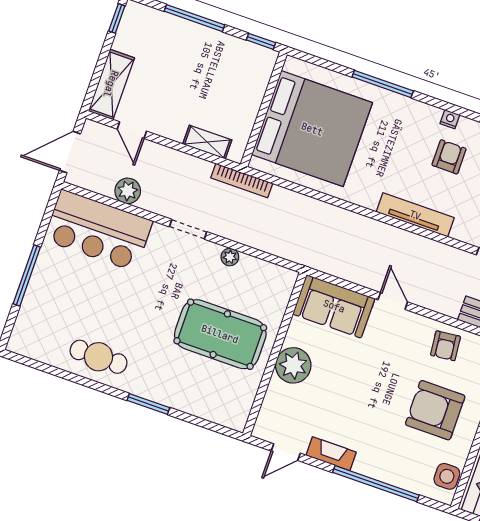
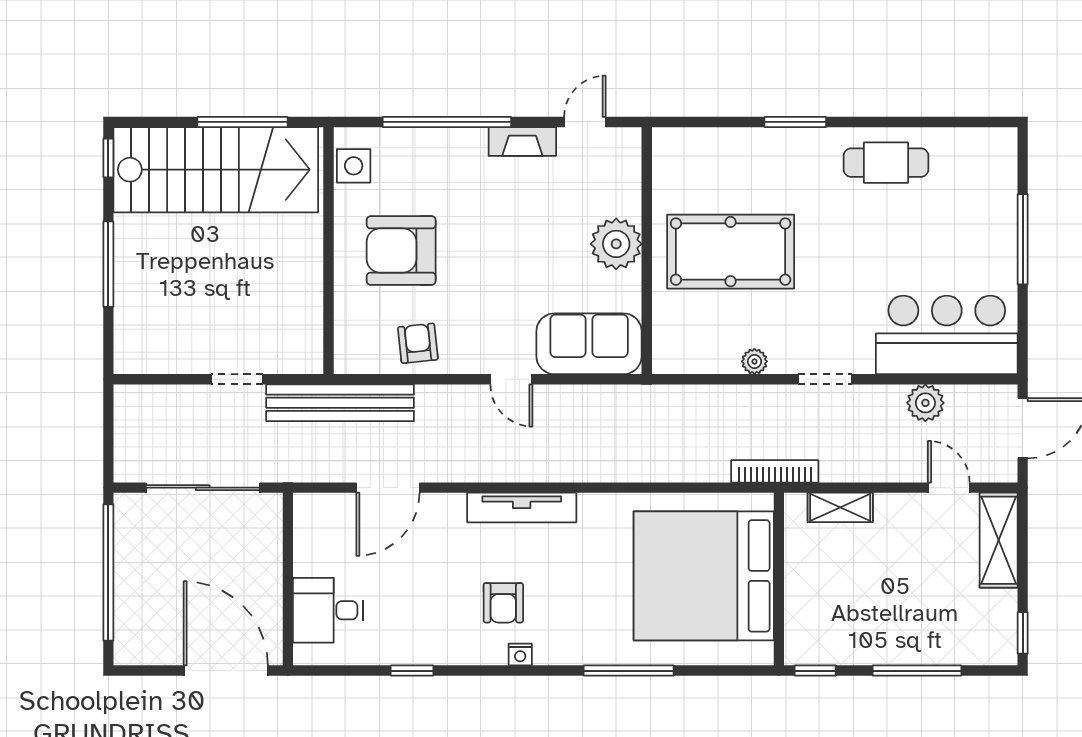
armchair: (435, 410) -> (401, 251), turned 180

